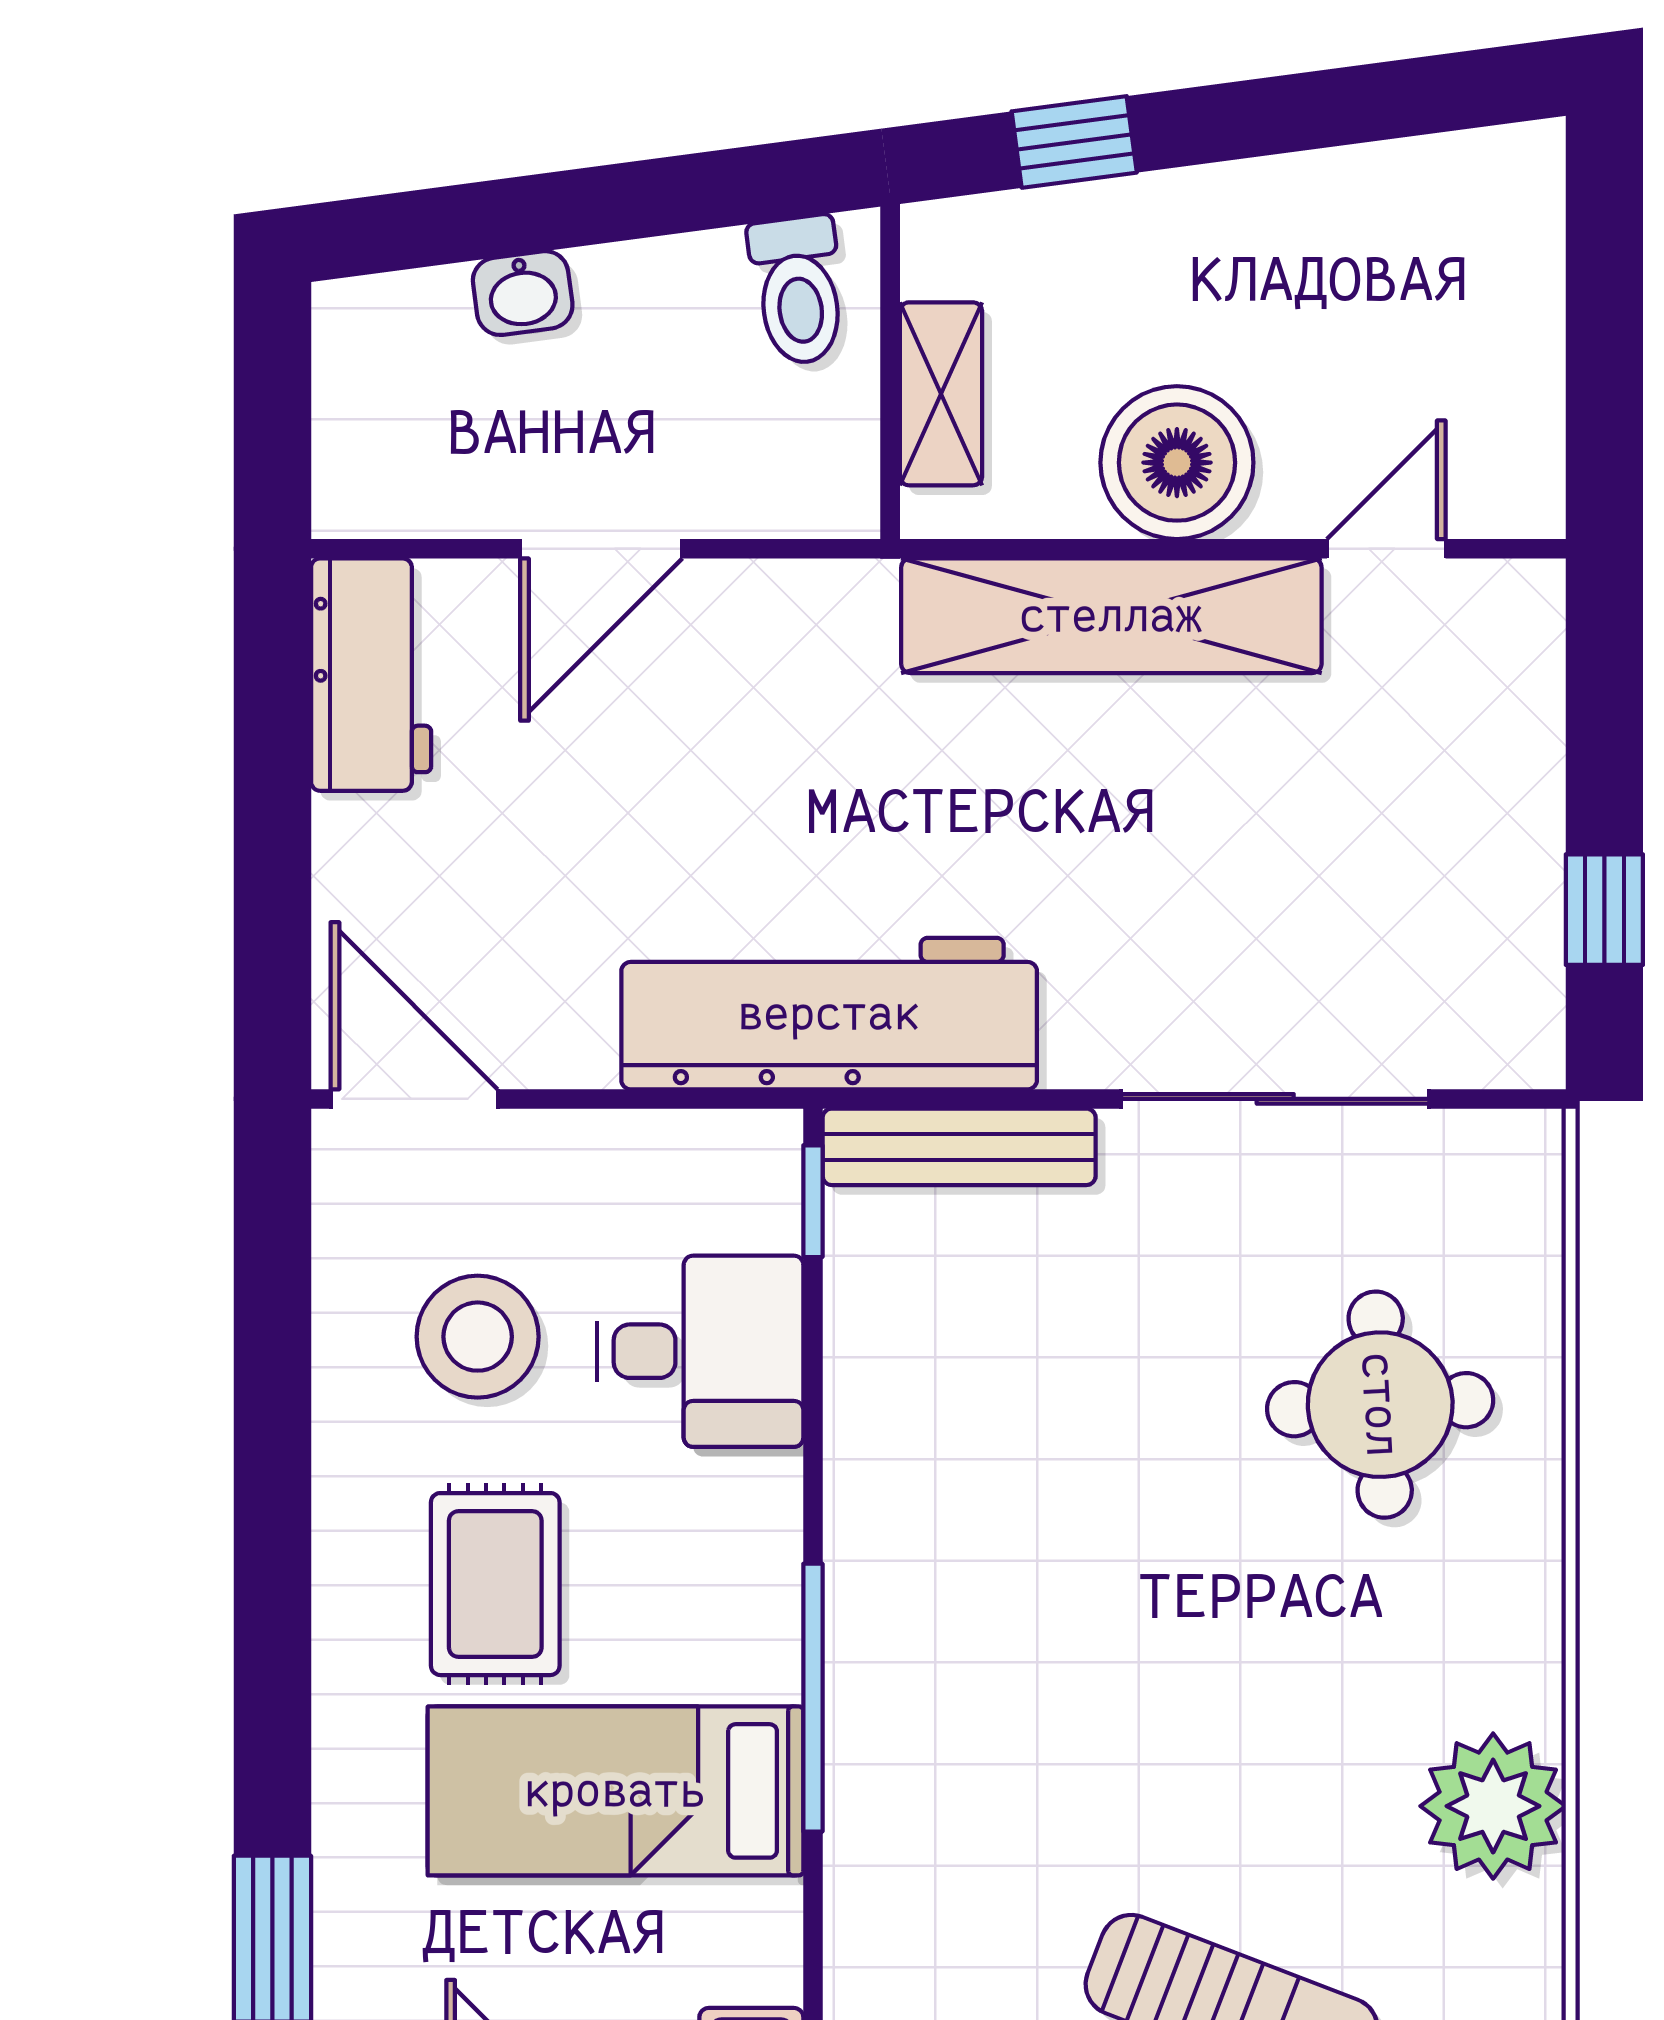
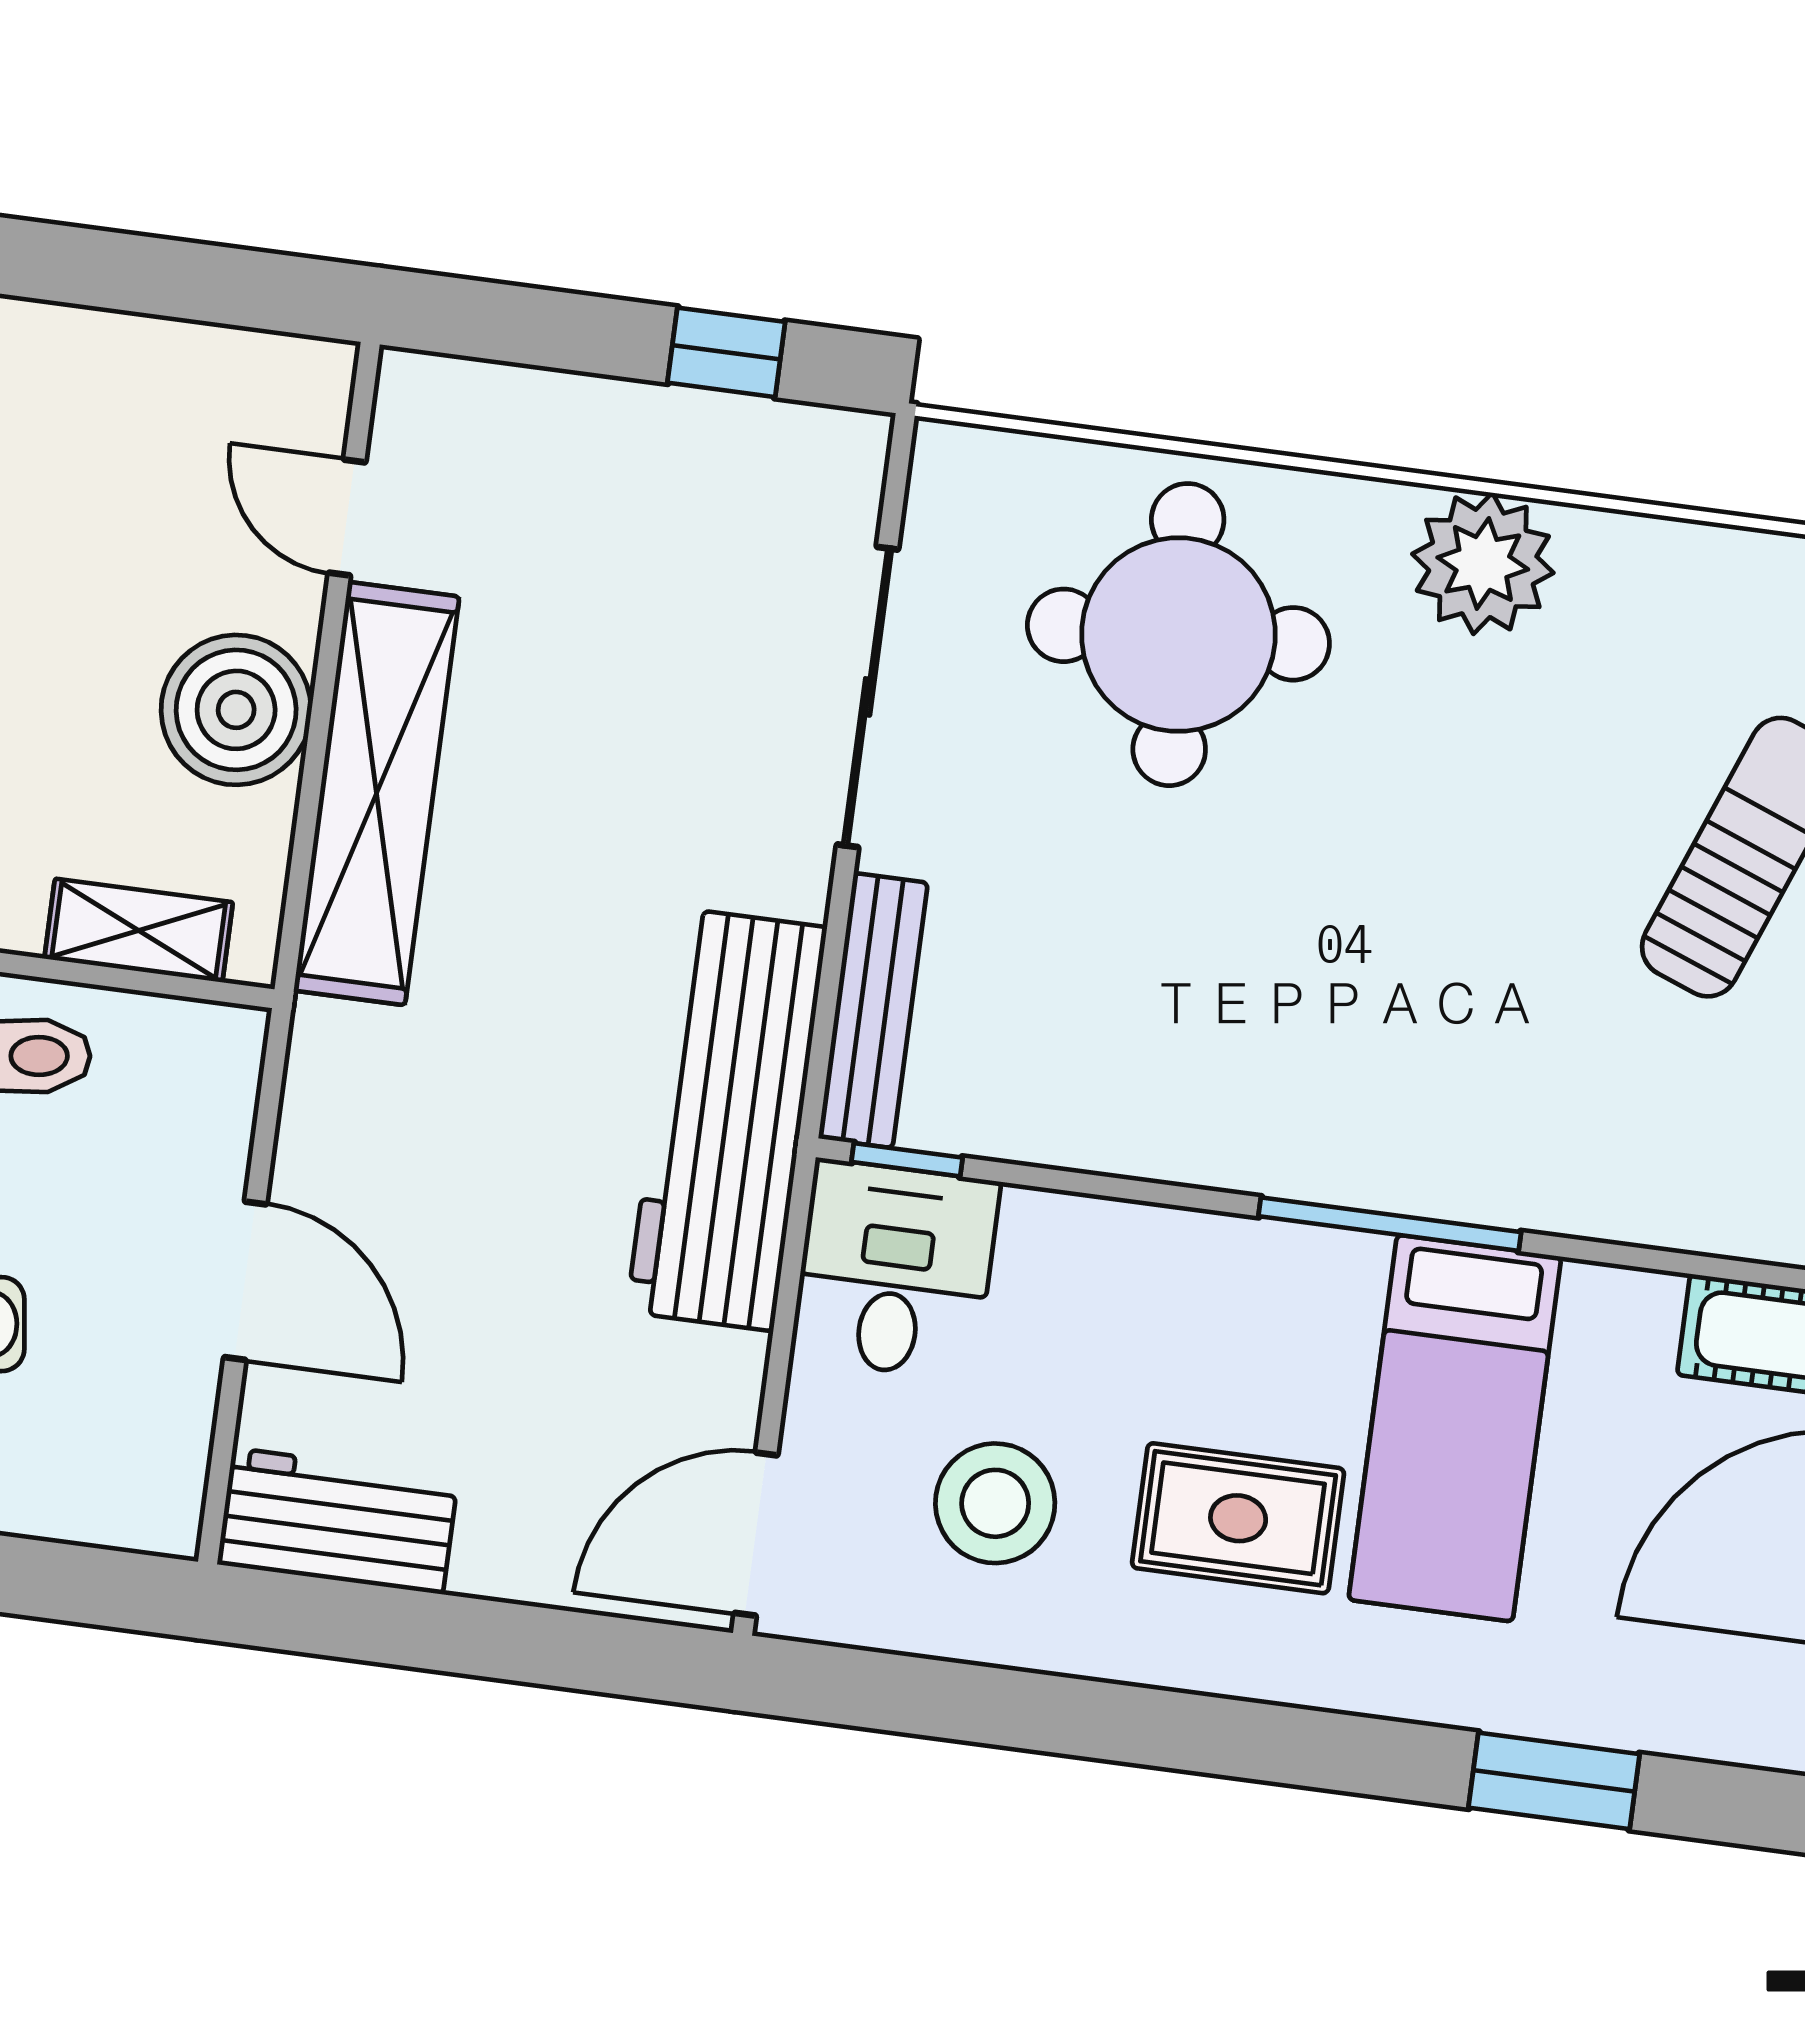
desk: (700, 1351) -> (895, 1270), moved
round table: (1380, 1405) -> (1178, 635), width x1.36, depth x1.36
plant: (1493, 1806) -> (1483, 563), moved

